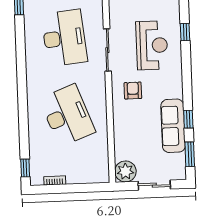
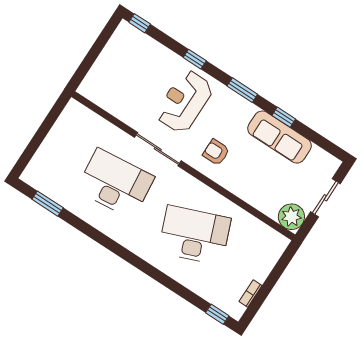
reception desk: (152, 45) -> (184, 101), turned -90
window: (190, 154) -> (242, 90), moved

